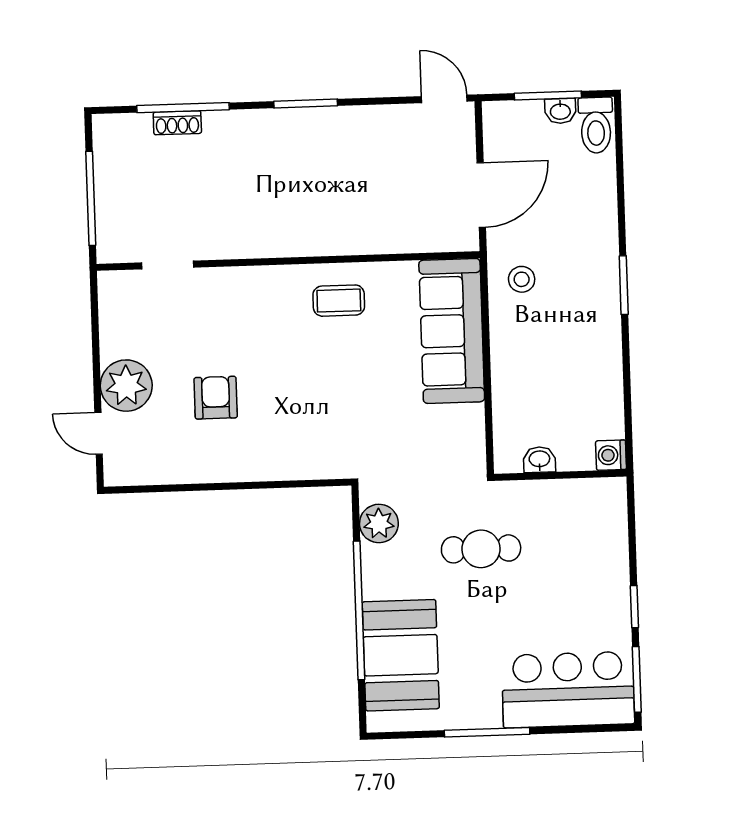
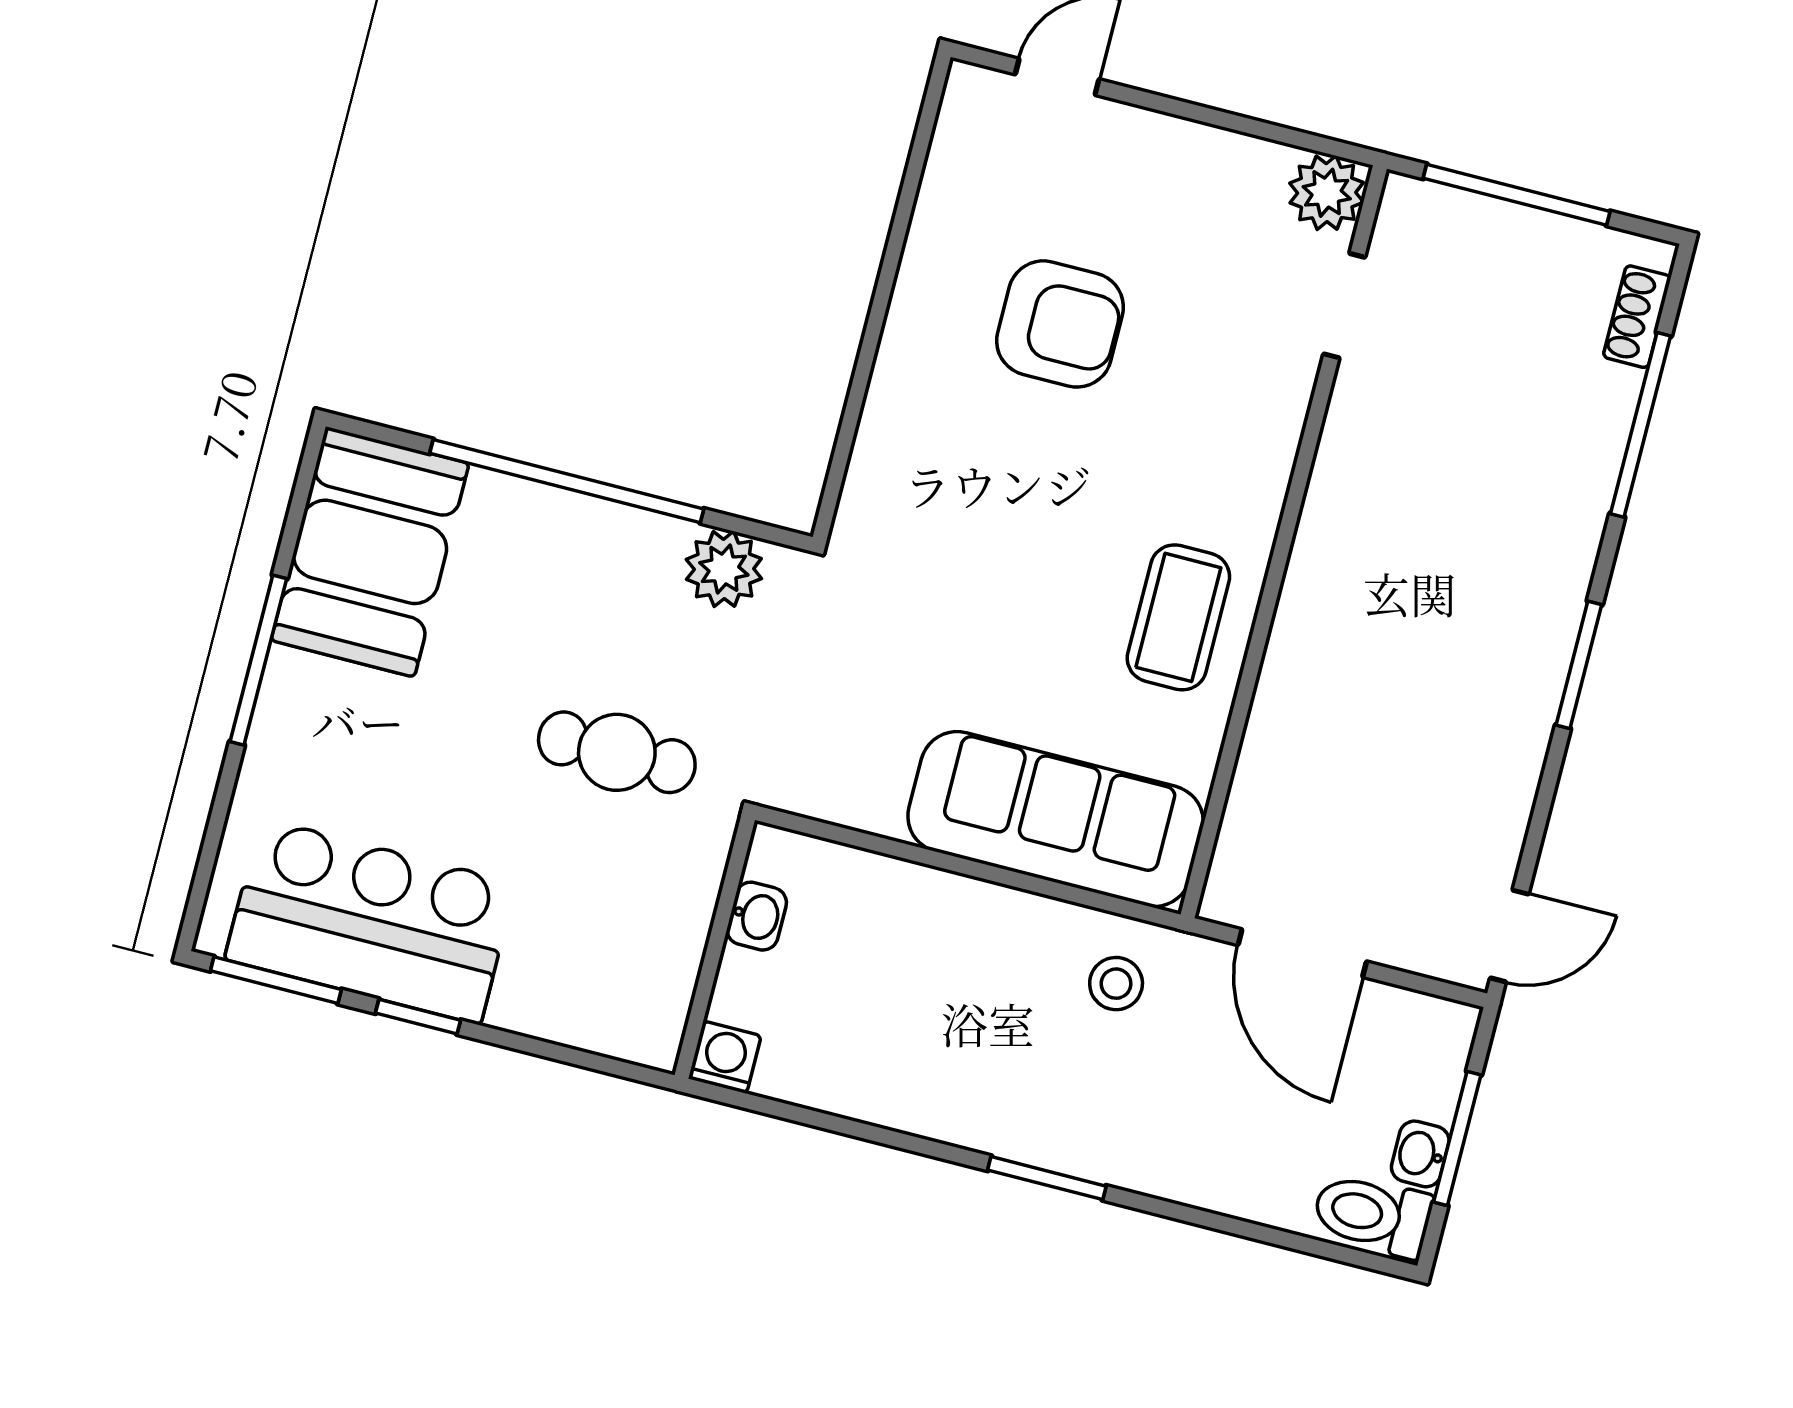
shoe rack: (177, 123) -> (1637, 317), moved
coffee table: (339, 301) -> (1178, 617), width x1.36, depth x1.30
plant: (126, 386) -> (1327, 193), moved, width x0.73, depth x0.73
armchair: (216, 398) -> (1060, 324), width x1.38, depth x1.38
cafe table: (481, 549) -> (617, 752), turned 90
booth: (401, 655) -> (370, 552), moved, turned 90
bar counter: (568, 690) -> (370, 921), moved, turned -90

